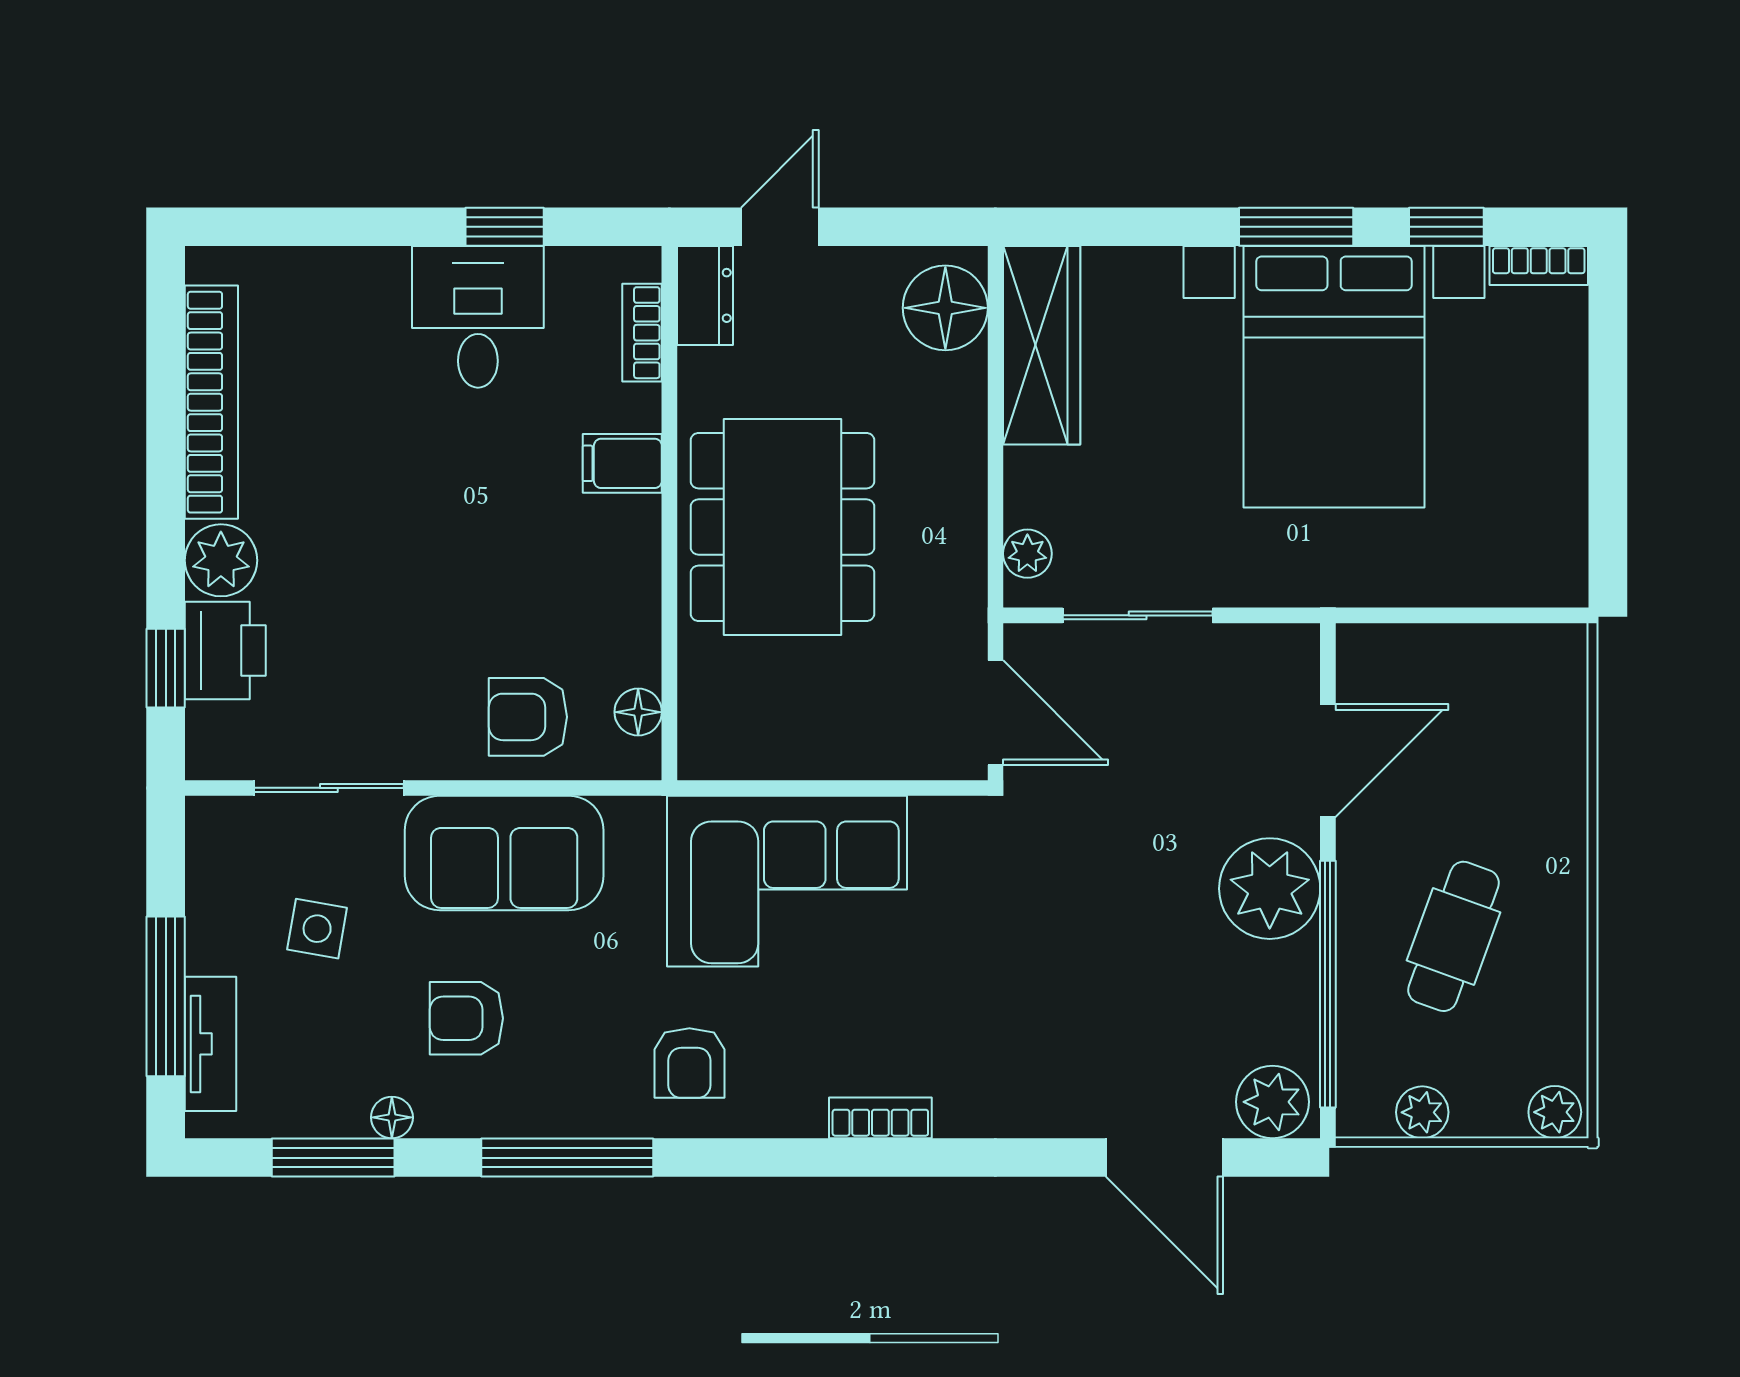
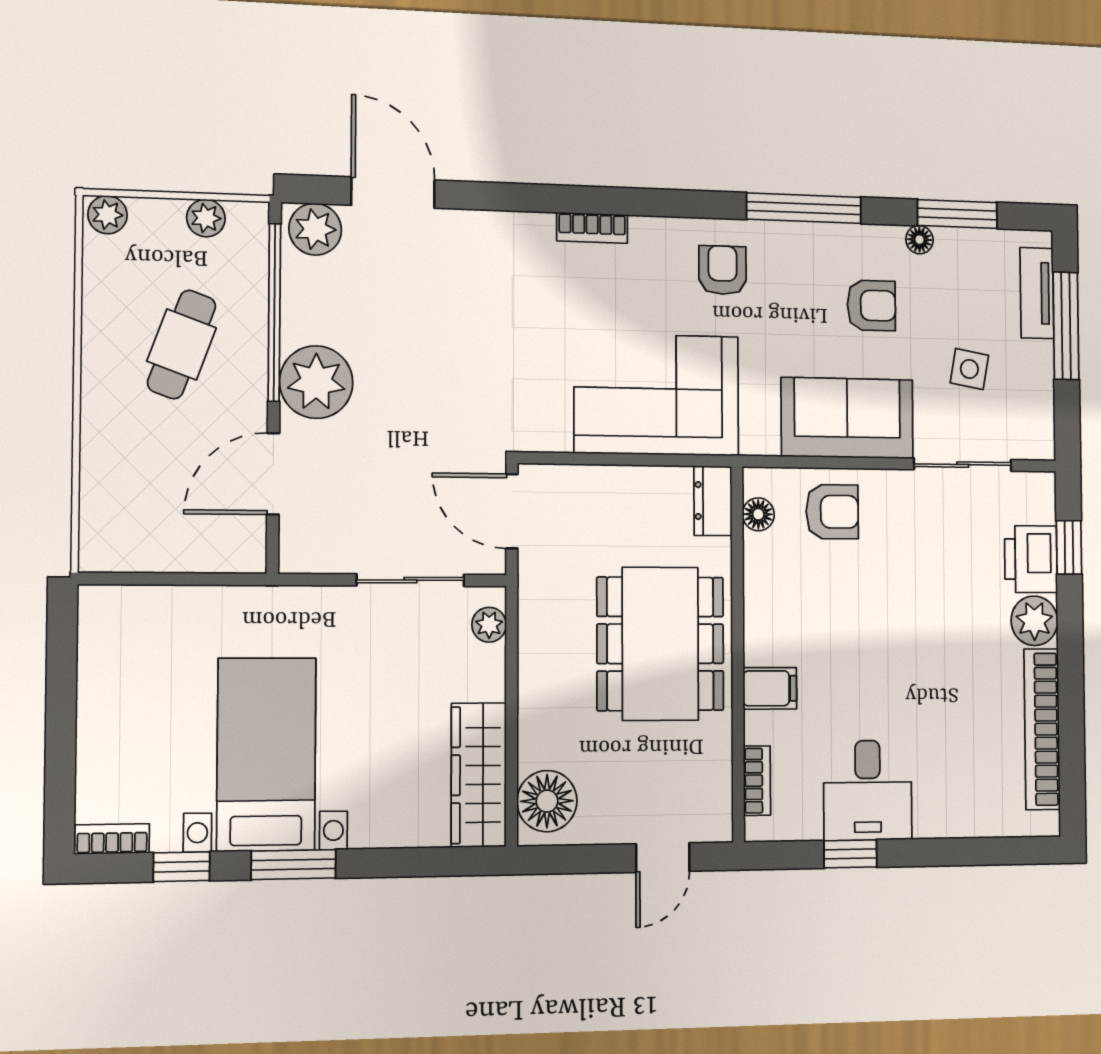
dresser: (705, 295) -> (713, 501), moved
bed with nightstands: (1334, 377) -> (266, 754), width x0.73

